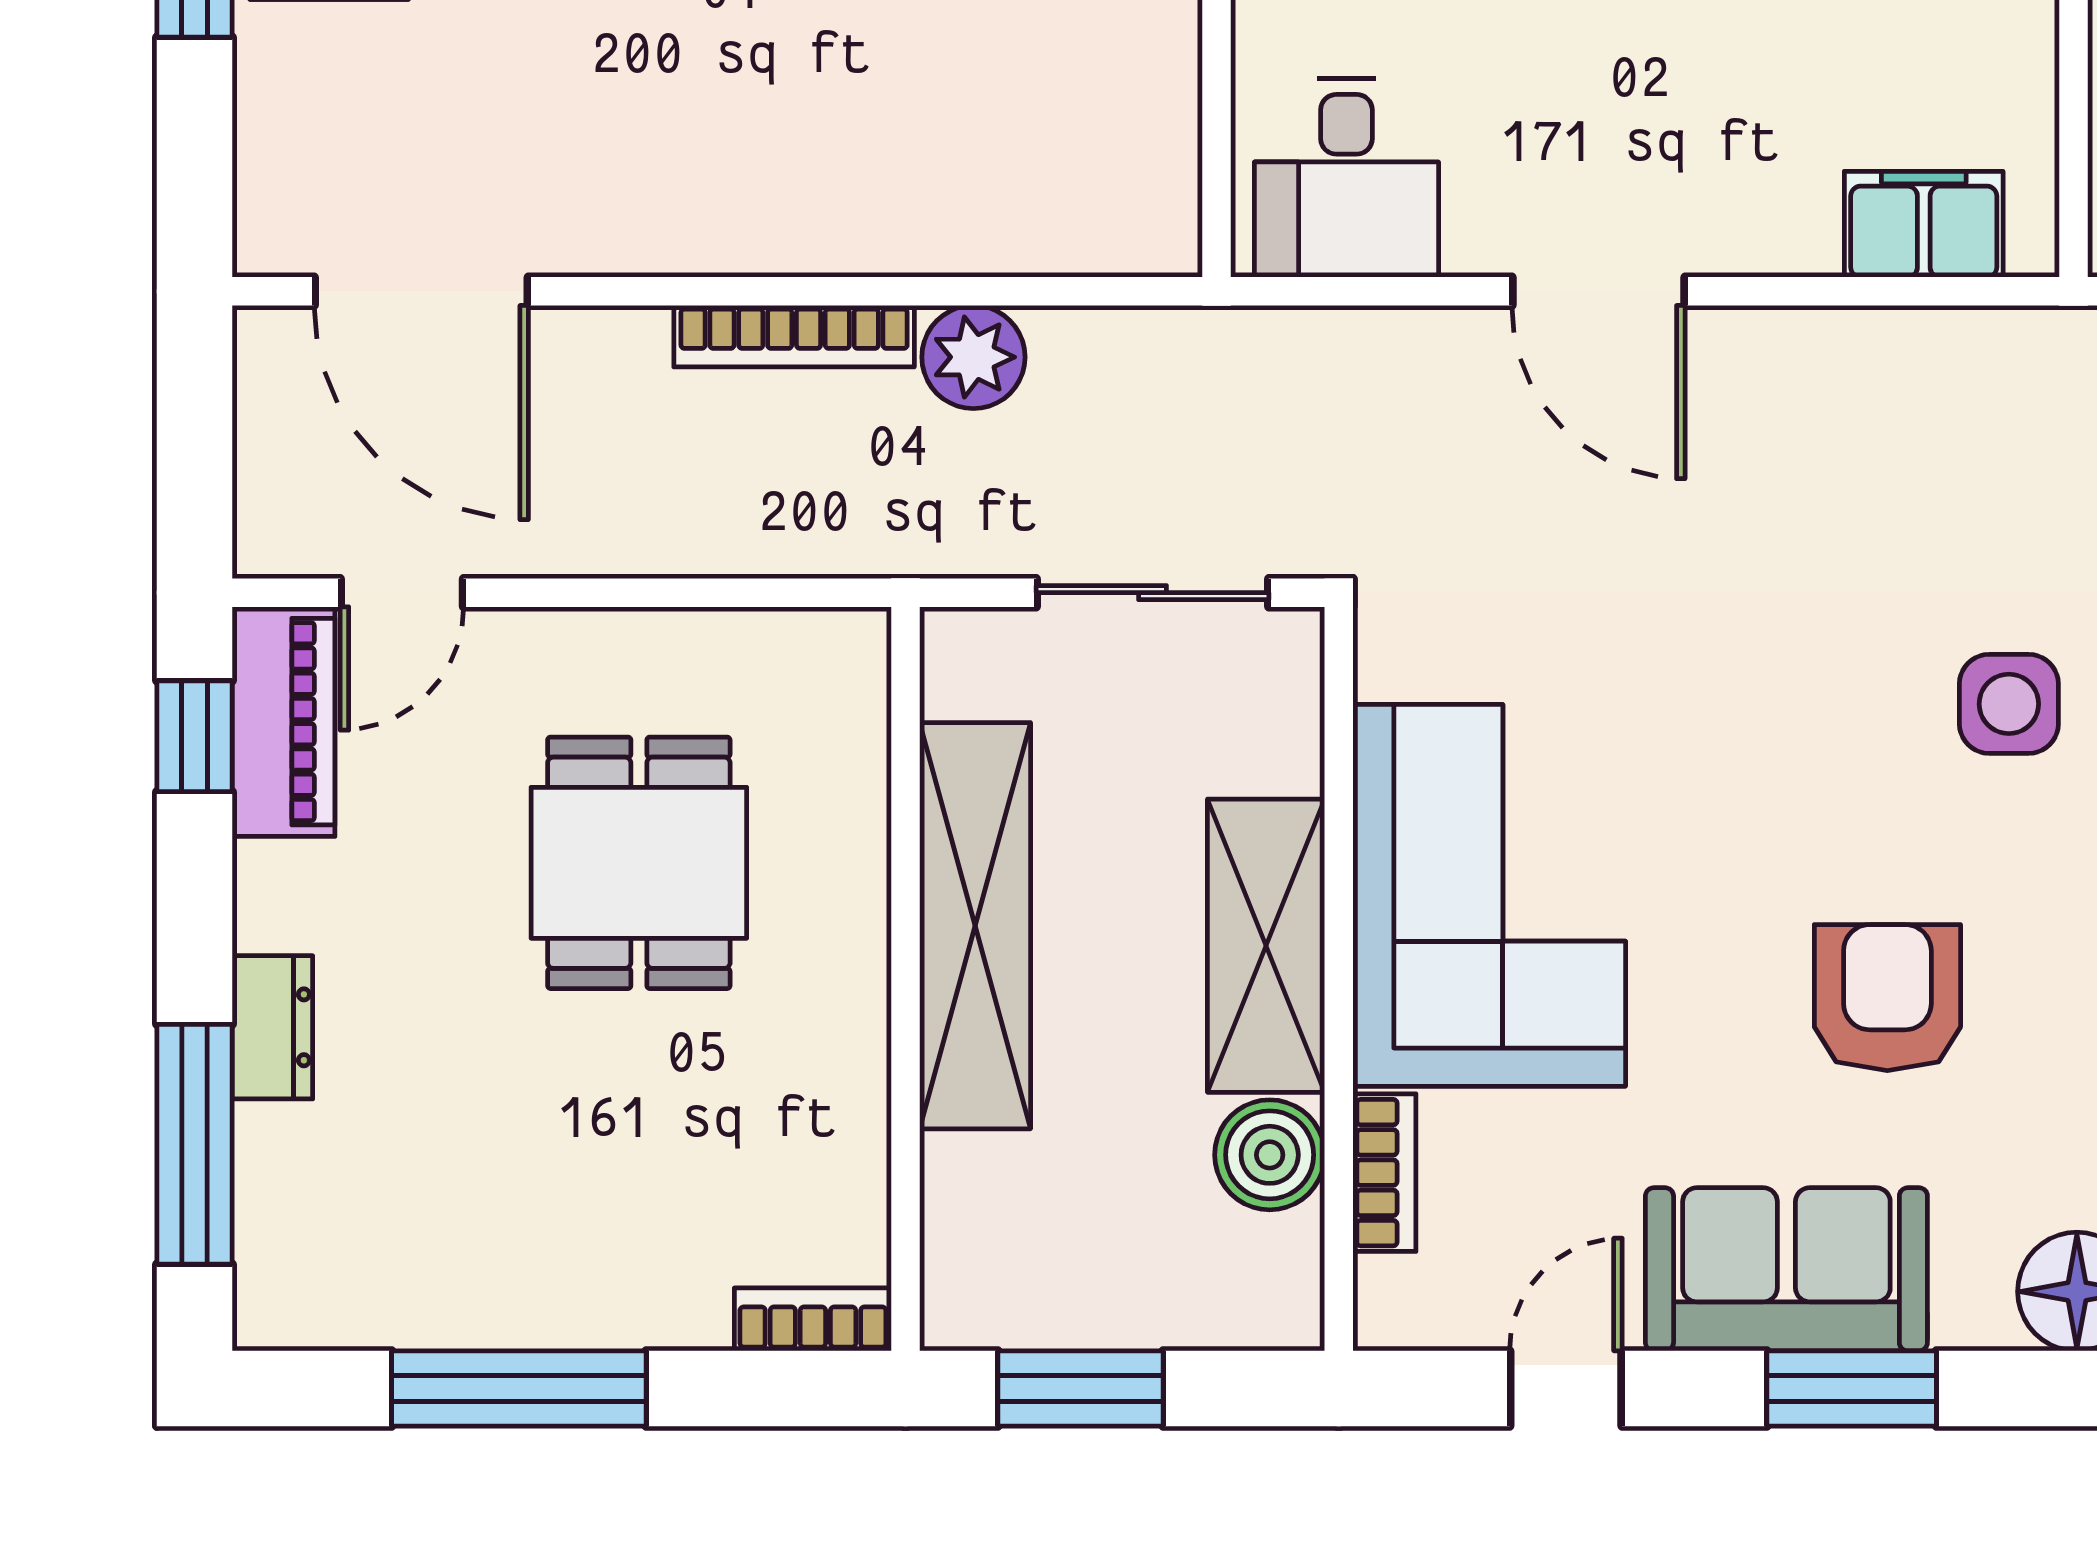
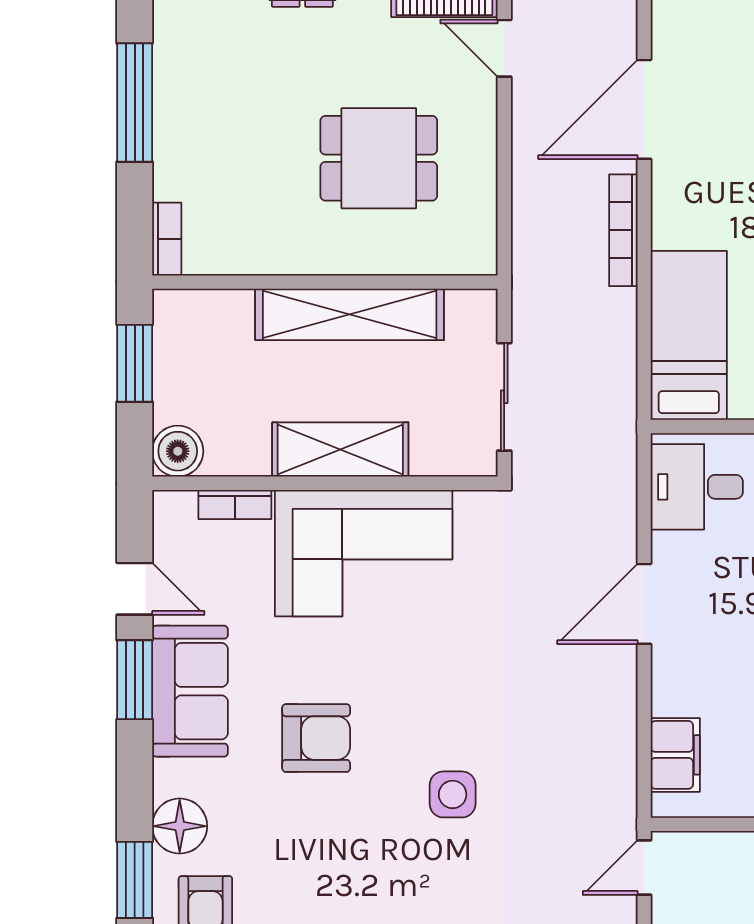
bed: (1020, 195) -> (689, 335), added
door: (421, 291) -> (644, 109), moved
plant: (973, 357) -> (614, 314), removed
boiler: (1270, 1155) -> (178, 451), moved
window: (1852, 1389) -> (135, 680), moved

